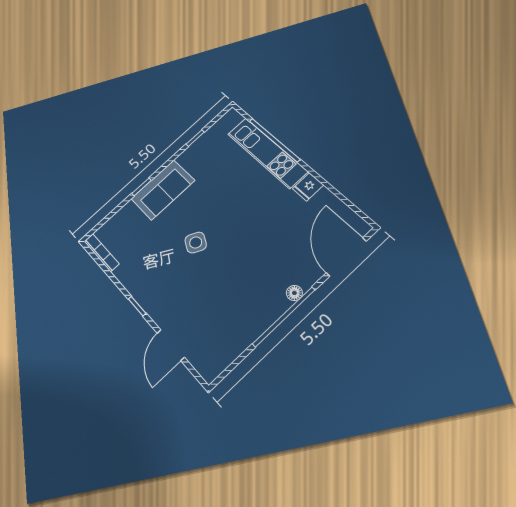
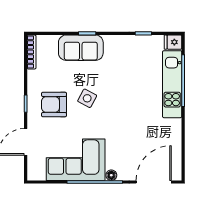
fridge: (308, 187) -> (173, 42), moved
sofa: (163, 190) -> (81, 48), moved
armchair: (167, 280) -> (54, 104), added
corner sofa: (241, 313) -> (76, 160), added

